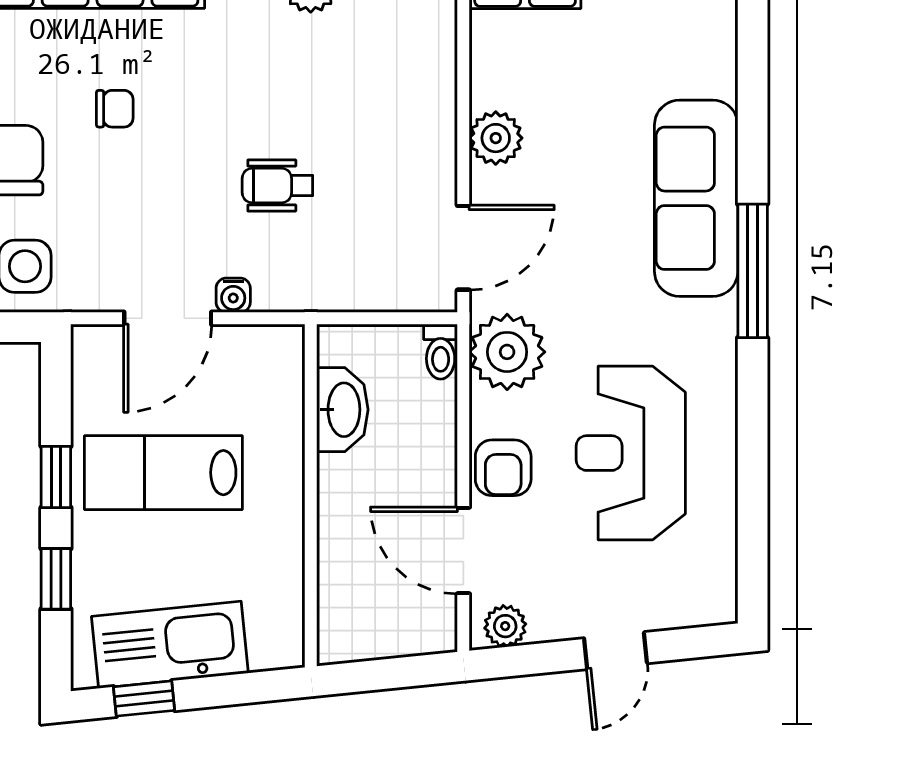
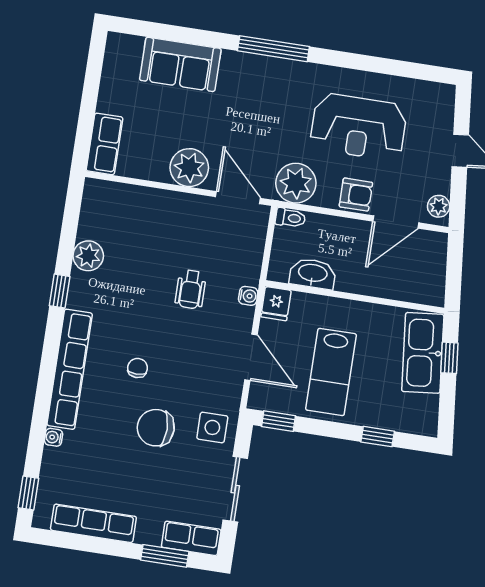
plant: (496, 138) -> (189, 168), width x1.36, depth x1.36
sofa: (696, 198) -> (180, 64), moved, width x0.73
water cooler: (233, 295) -> (248, 296), moved
fridge: (275, 350) -> (276, 304), added
window: (56, 477) -> (279, 421), moved
kitchen sink: (170, 645) -> (423, 353), moved
window: (144, 699) -> (449, 358), moved

